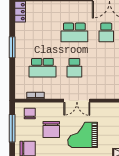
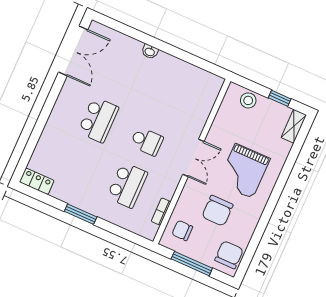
school desk: (106, 32) -> (118, 76), removed
chair: (51, 130) -> (217, 211), turned 90

